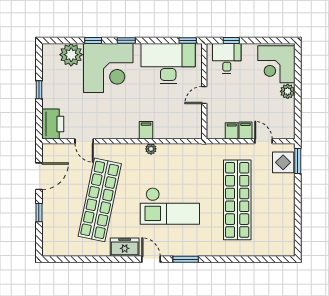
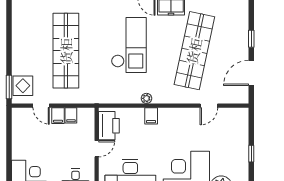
plant: (288, 91) -> (19, 152), removed
printer: (53, 124) -> (109, 126), moved, turned 180
door: (84, 141) -> (209, 106), swing flipped
checkout: (170, 206) -> (129, 45), turned 90

